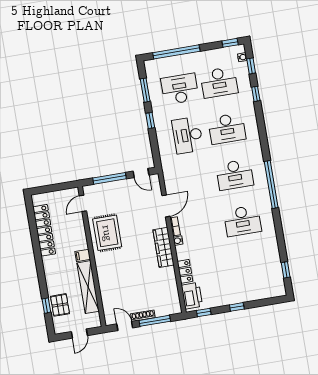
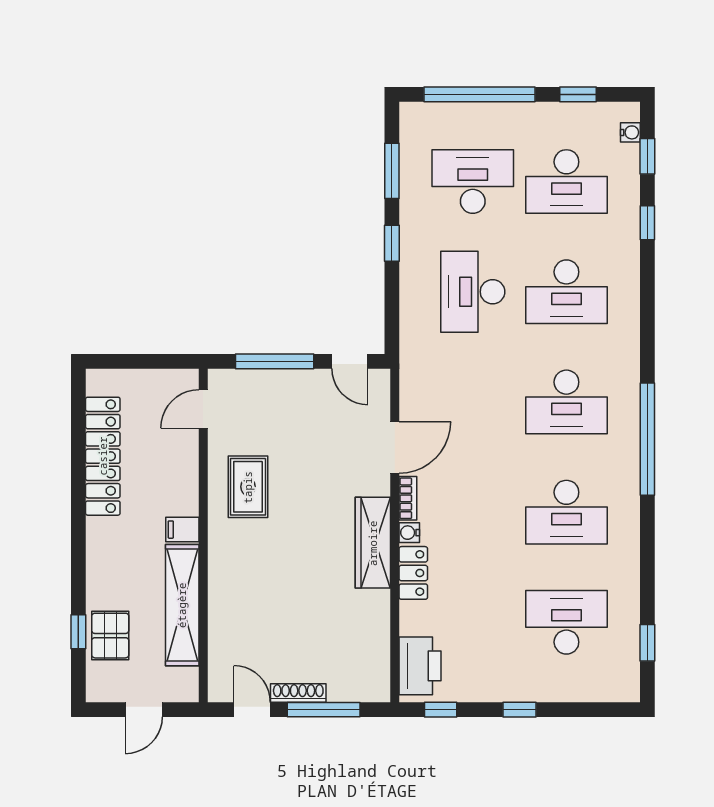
window: (230, 43) -> (578, 94), moved
rug: (107, 233) -> (248, 487), width x0.73, depth x0.70
desk: (250, 267) -> (566, 622), added
locker: (185, 271) -> (413, 573), moved

